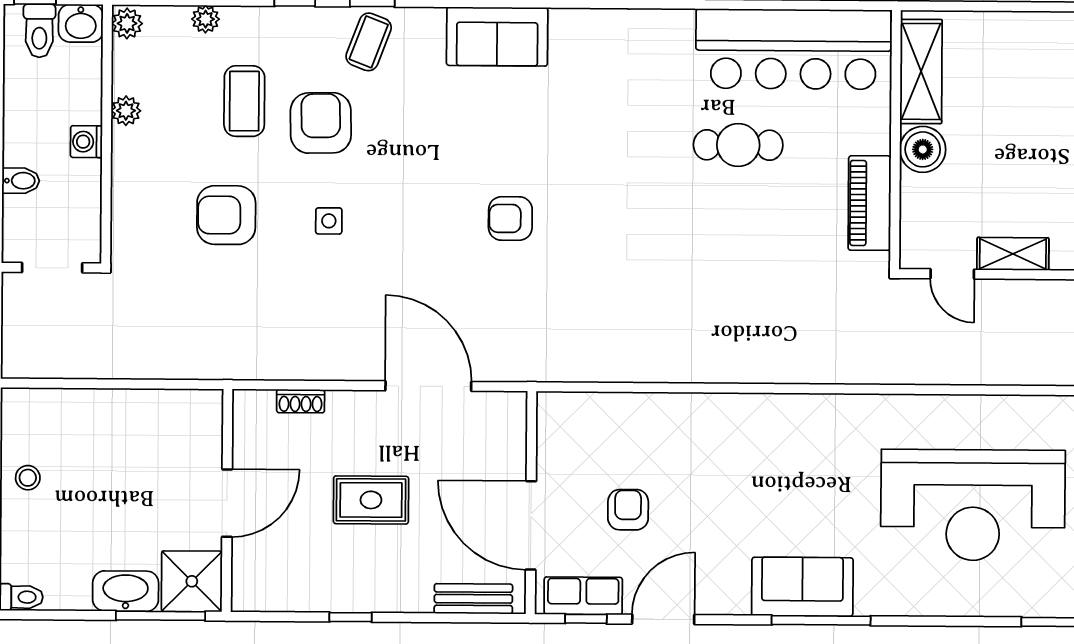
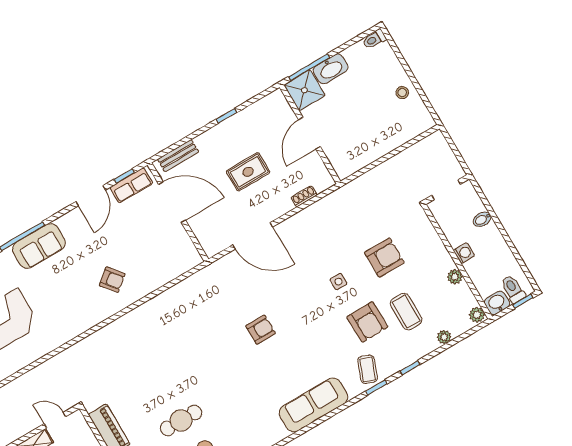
sofa: (497, 37) -> (313, 405), width x1.36
armchair: (628, 510) -> (112, 280), moved, turned -39

